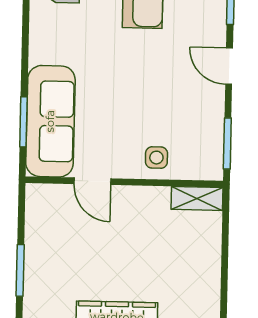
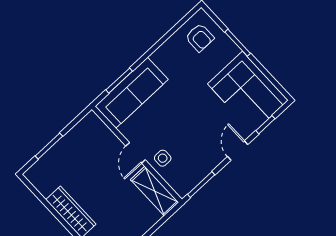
door: (92, 181) -> (136, 153), moved
shelving: (197, 198) -> (155, 191), width x1.50, depth x1.33

